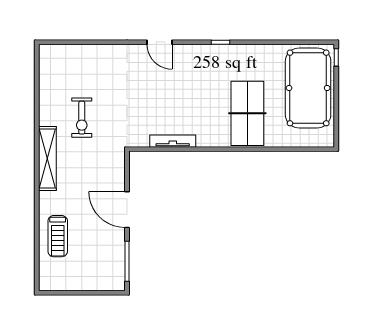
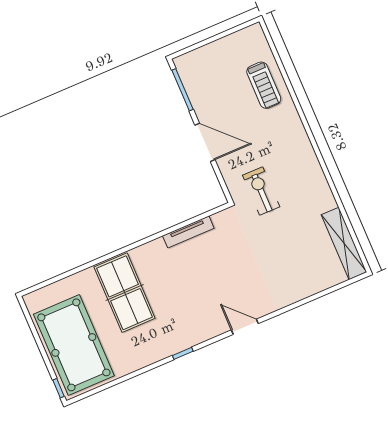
exercise bike: (82, 118) -> (261, 191), moved
shelving: (47, 159) -> (344, 243), moved
treadmill: (58, 236) -> (264, 85), turned 180

